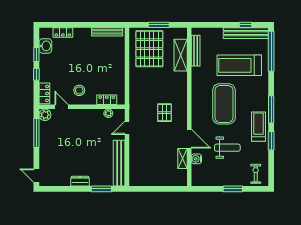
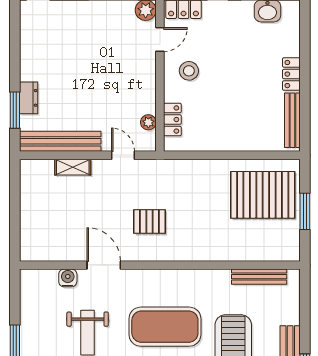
locker: (63, 32) -> (291, 74), moved
shelving: (181, 55) -> (251, 250), removed
door: (189, 139) -> (104, 265), swing flipped
shelving: (182, 158) -> (73, 167), moved
dresser: (80, 181) -> (29, 98), moved

